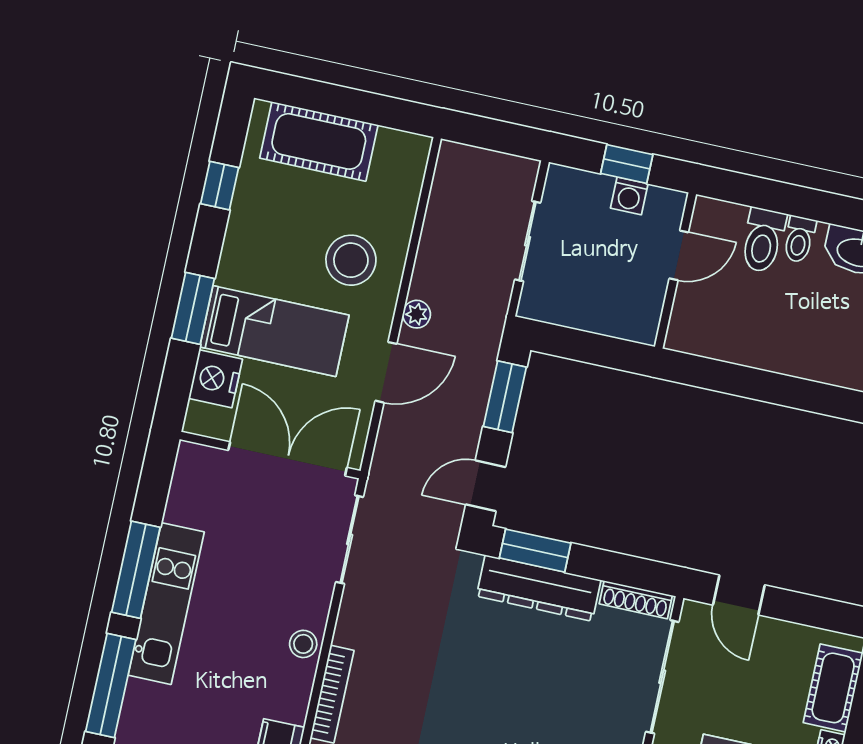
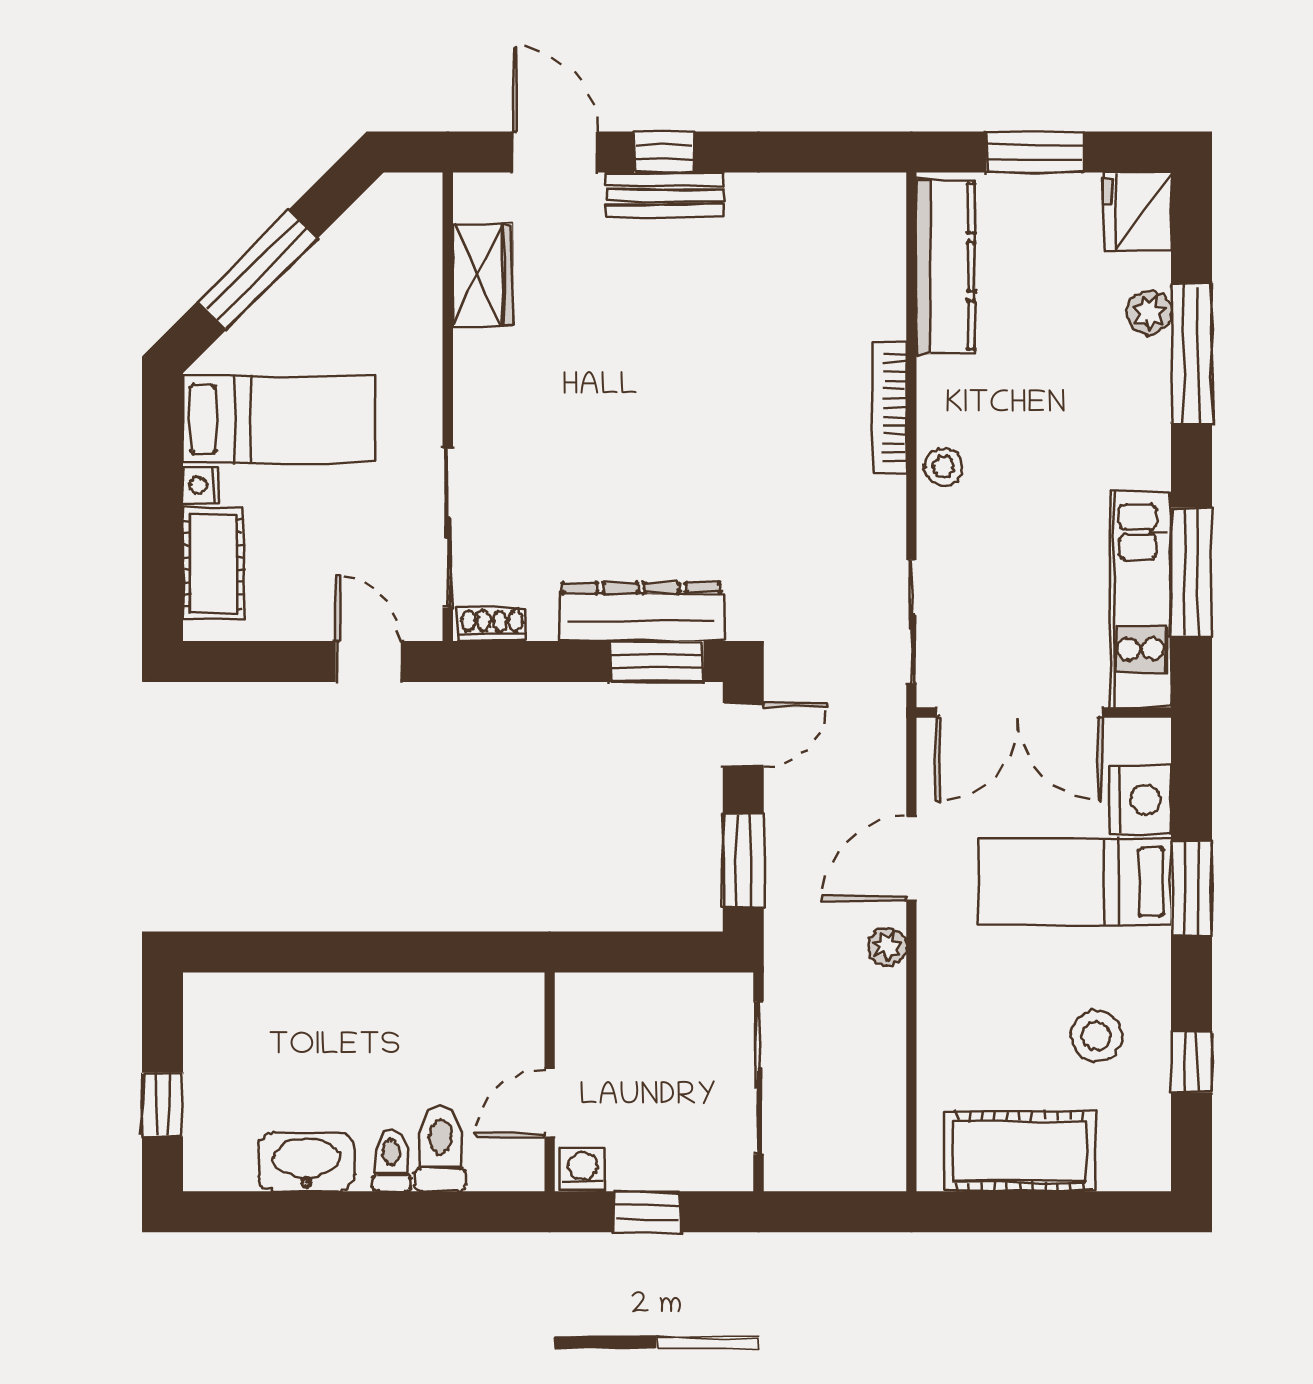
cot: (319, 141) -> (1020, 1151), moved
washing machine: (629, 196) -> (583, 1169), moved
sliding door: (528, 241) -> (759, 1078), width x1.37
stool: (351, 260) -> (1097, 1036), moved, width x0.73, depth x0.73
window: (136, 570) -> (1192, 573), moved
shoe rack: (636, 600) -> (492, 625), width x0.70
kitchen unit: (166, 604) -> (1141, 599), moved
plant: (134, 721) -> (1149, 313), added

